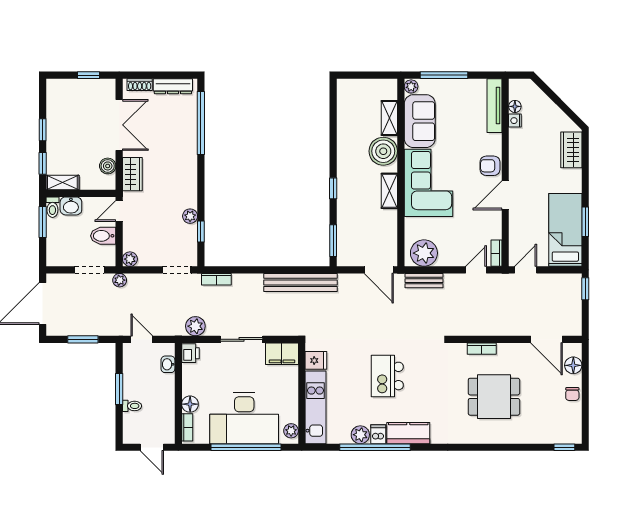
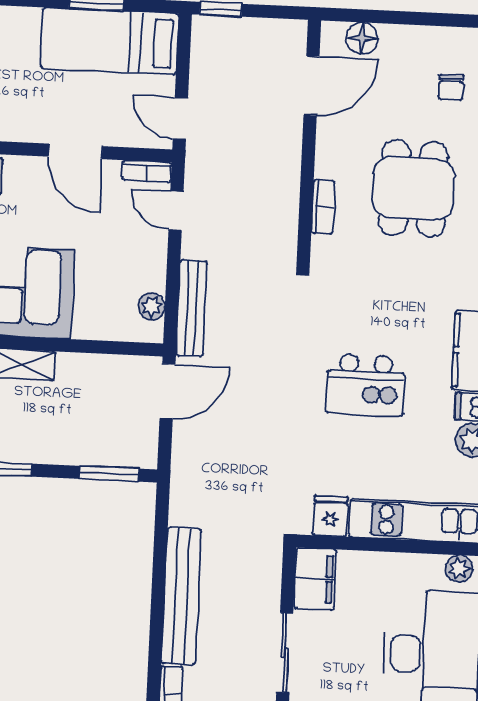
door: (505, 195) -> (75, 151), moved
plant: (424, 253) -> (152, 306), width x0.53, depth x0.53
bench: (424, 281) -> (191, 308), width x1.36
bench: (300, 282) -> (181, 596), moved
chair: (572, 394) -> (451, 88), moved, turned 90

